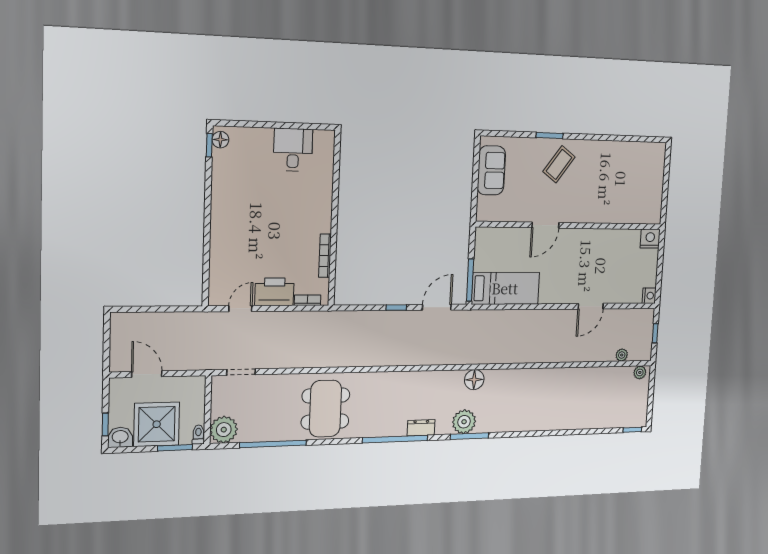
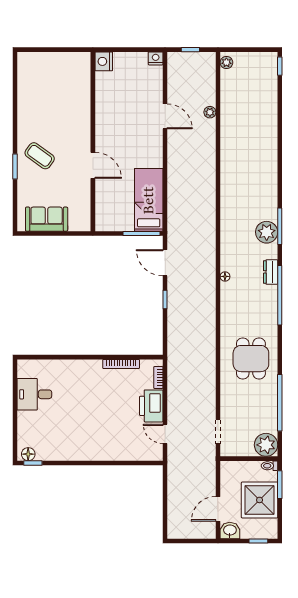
plant: (622, 355) -> (210, 112), moved
floor lamp: (474, 380) -> (225, 276), moved, width x0.53, depth x0.53
dining table: (325, 409) -> (251, 359), width x0.73
washbasin: (120, 437) -> (230, 530), moved, turned 90

